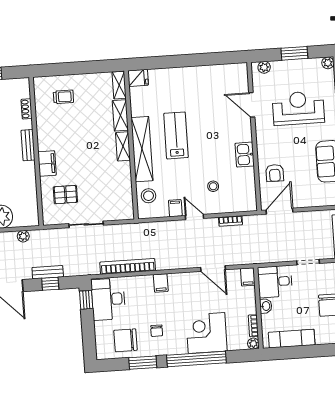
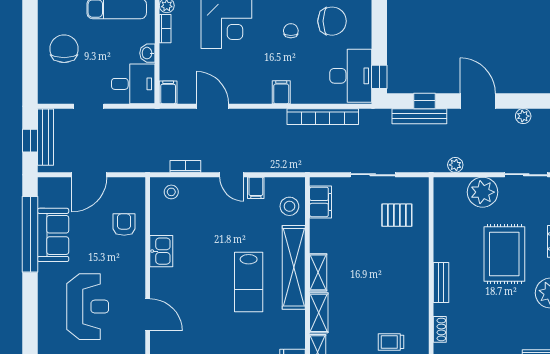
reception desk: (298, 108) -> (88, 307), turned -90
filing cabinet: (47, 163) -> (320, 202), moved, turned 180
stool: (213, 186) -> (171, 192), moved
door: (280, 211) -> (89, 175), moved
bench: (48, 272) -> (419, 116), width x1.36

